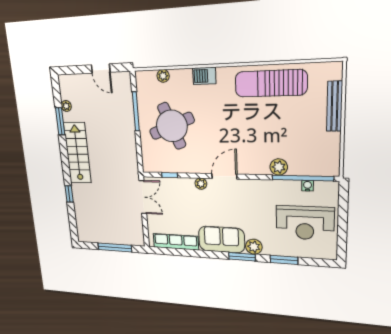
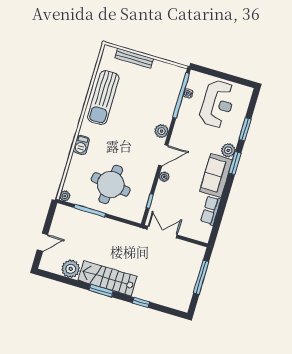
door: (101, 69) -> (42, 242), moved
plant: (163, 76) -> (65, 196), moved
plant: (66, 106) -> (71, 269), width x1.88, depth x1.88
window: (60, 121) -> (101, 291), moved
round table: (172, 126) -> (111, 184), turned 30
plant: (279, 167) -> (161, 131), moved
door: (224, 176) -> (163, 155), swing flipped
row of seats: (176, 242) -> (211, 210), width x0.68

